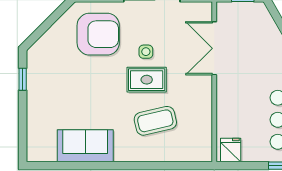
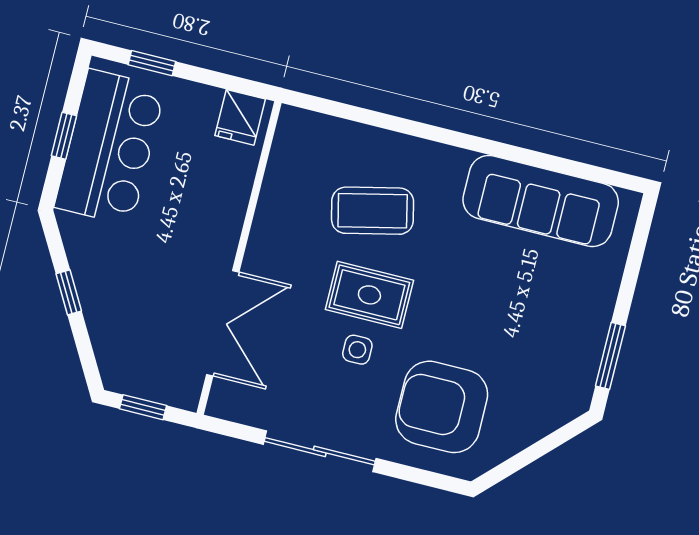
window: (23, 79) -> (610, 356), width x1.50
sofa: (85, 146) -> (541, 201), width x1.36

